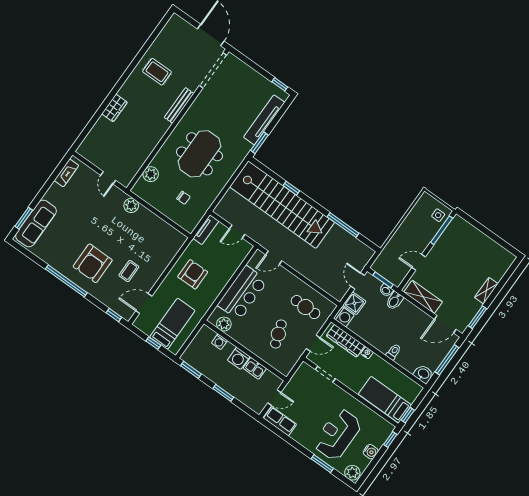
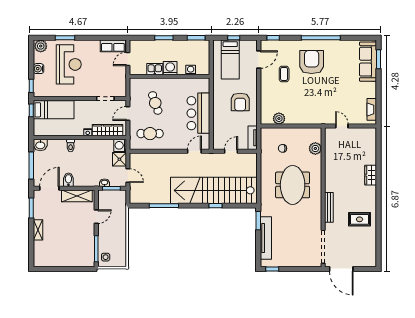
plant: (131, 205) -> (279, 119), moved
bidet: (394, 301) -> (68, 180), moved
plant: (224, 324) -> (196, 84), removed

